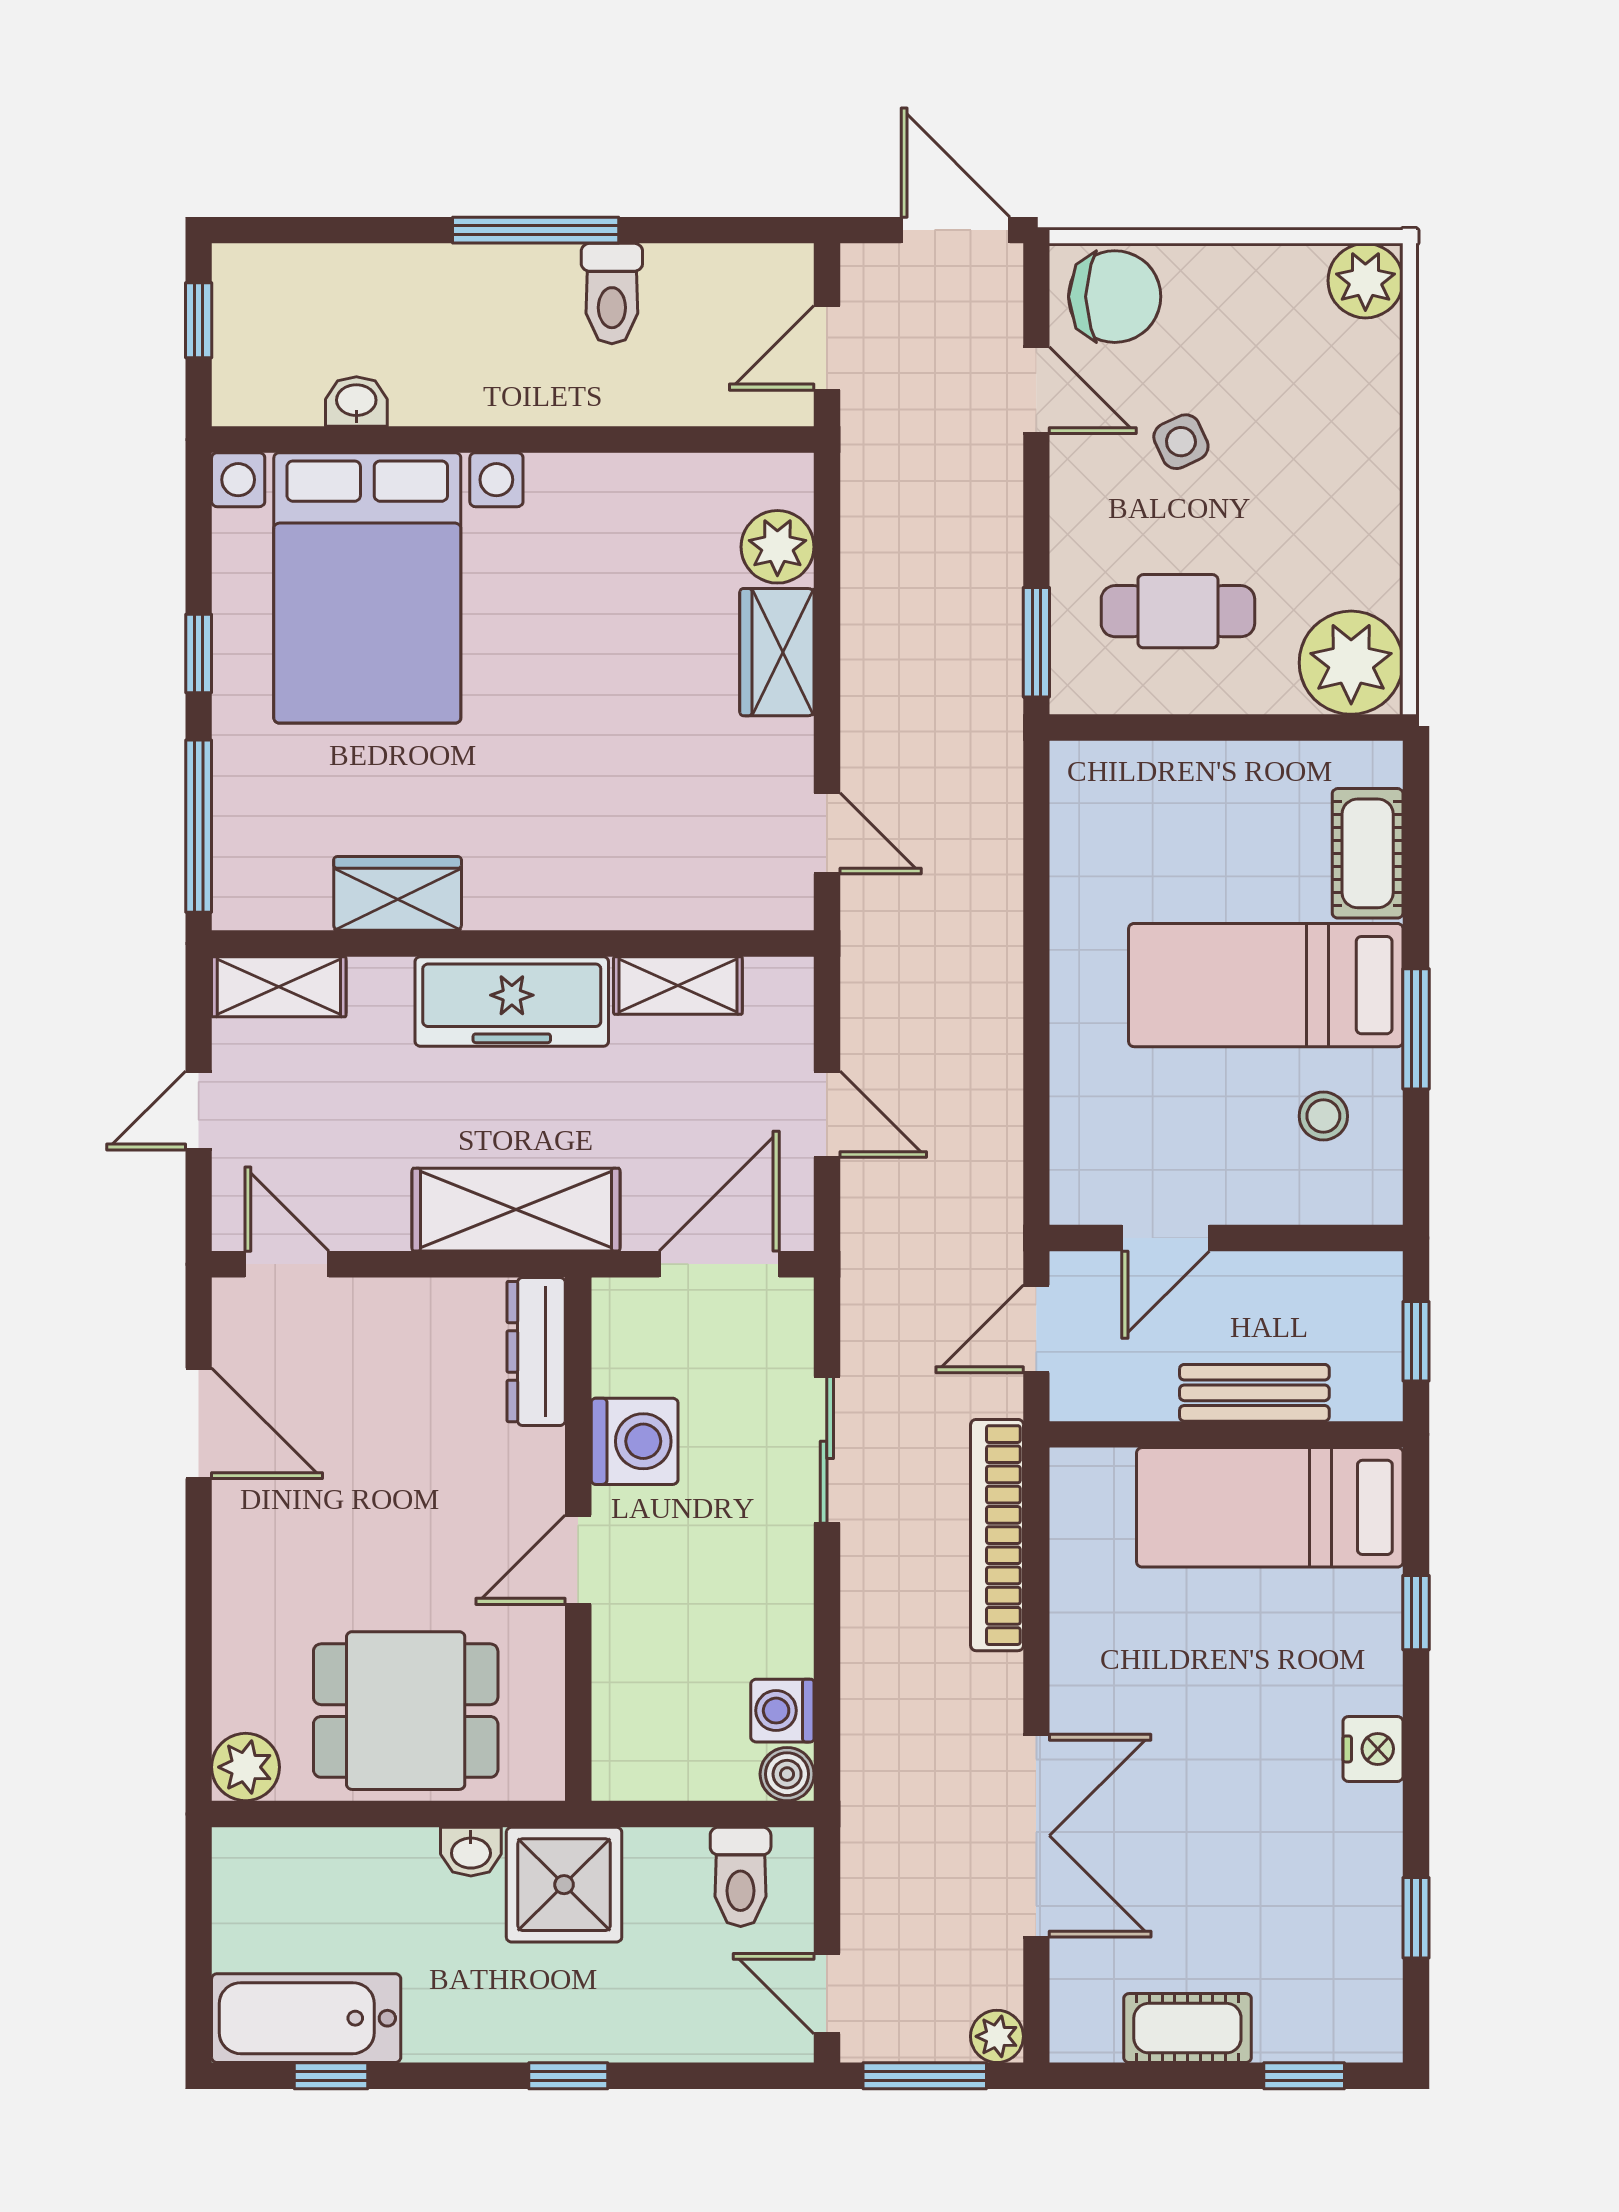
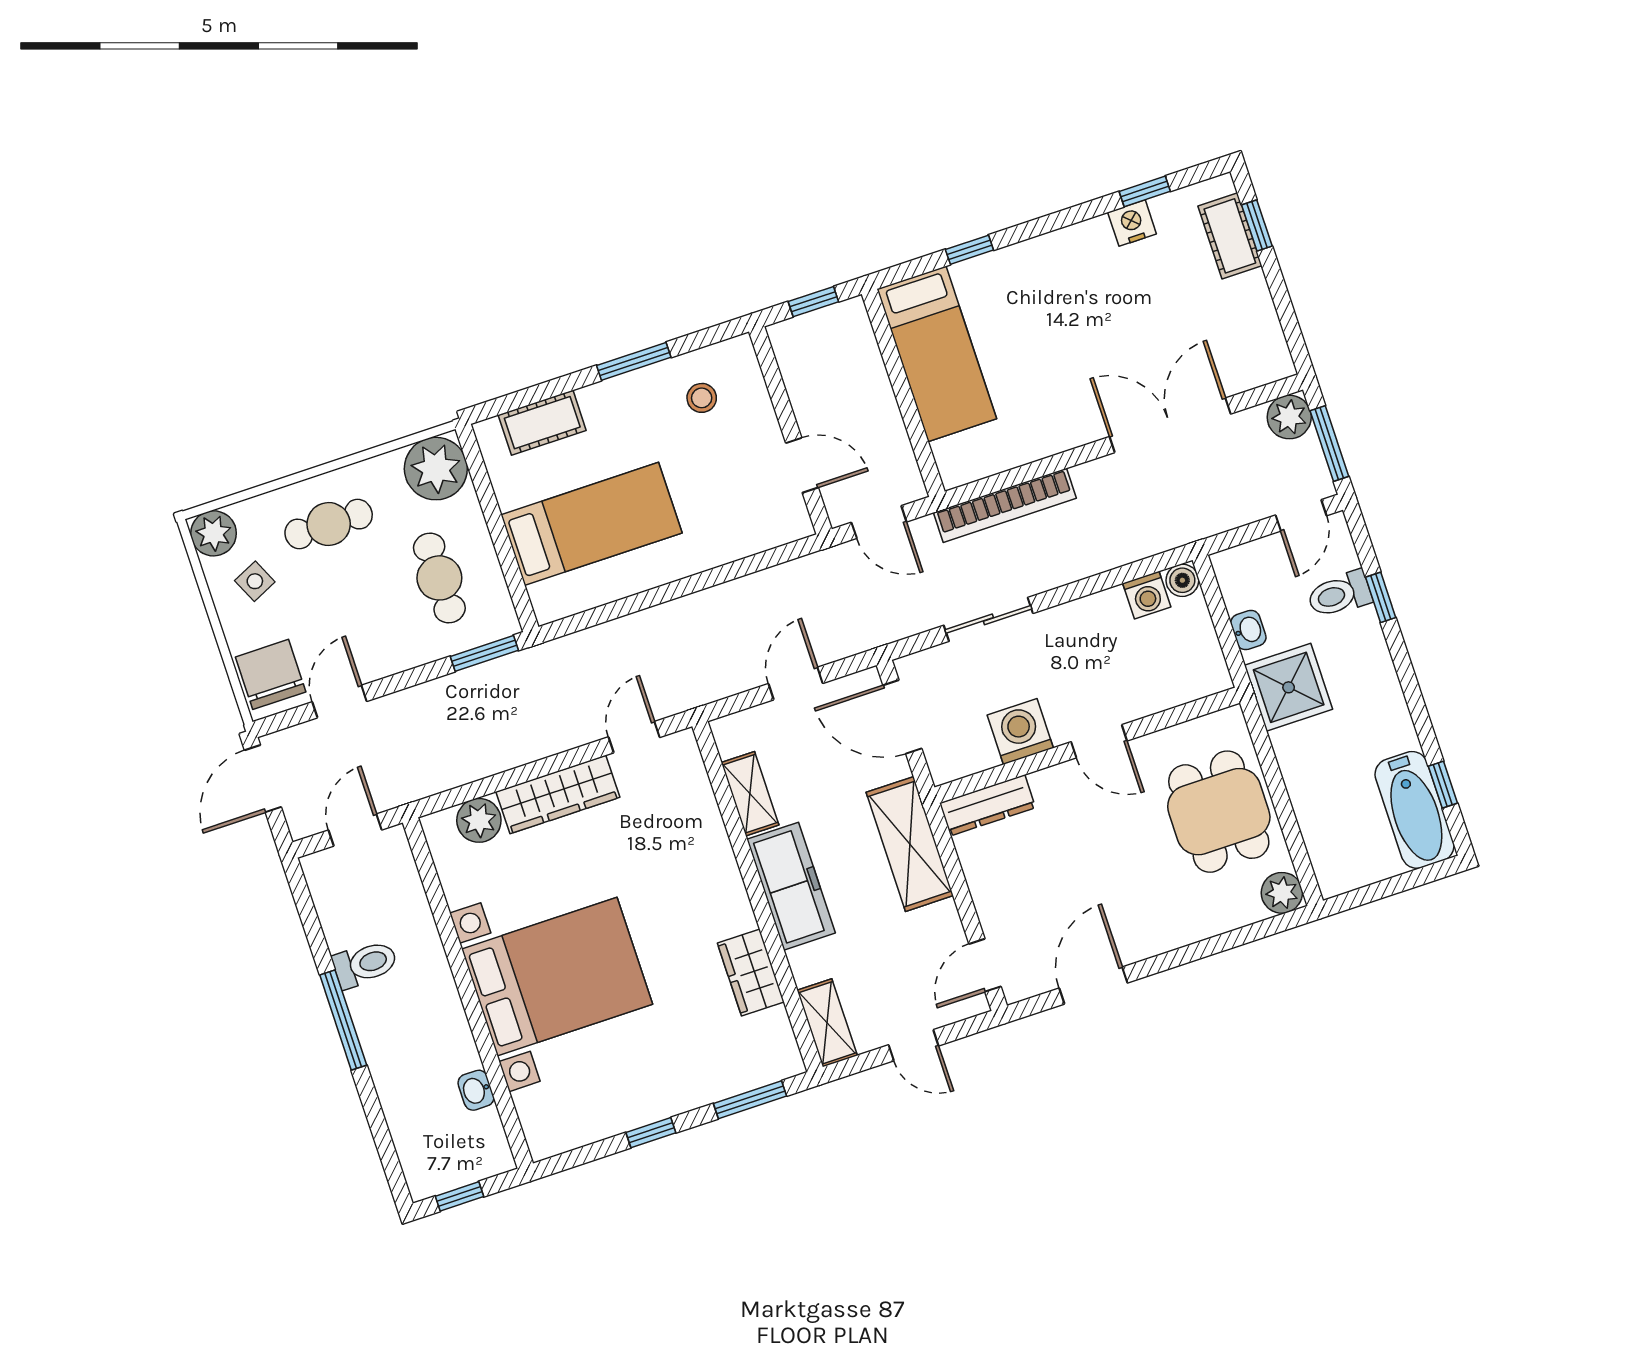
door: (827, 348) -> (355, 830), swing flipped
side table: (1181, 442) -> (255, 581), moved
cafe table: (1320, 466) -> (329, 524), added
bed with nightstands: (367, 588) -> (557, 977), moved
wardrobe: (777, 652) -> (558, 795), width x1.50
window: (199, 826) -> (750, 1100), width x0.69
bed: (1266, 985) -> (591, 524), moved, turned -90
bench: (1254, 1393) -> (874, 385), removed
nightstand: (1373, 1749) -> (1132, 223), moved
washbasin: (471, 1852) -> (1248, 630), moved
toilet: (741, 1877) -> (1339, 594), moved, turned 180
cot: (1187, 2028) -> (1230, 236), moved
plant: (997, 2036) -> (1289, 417), width x1.38, depth x1.38
window: (568, 2076) -> (1381, 597), moved

